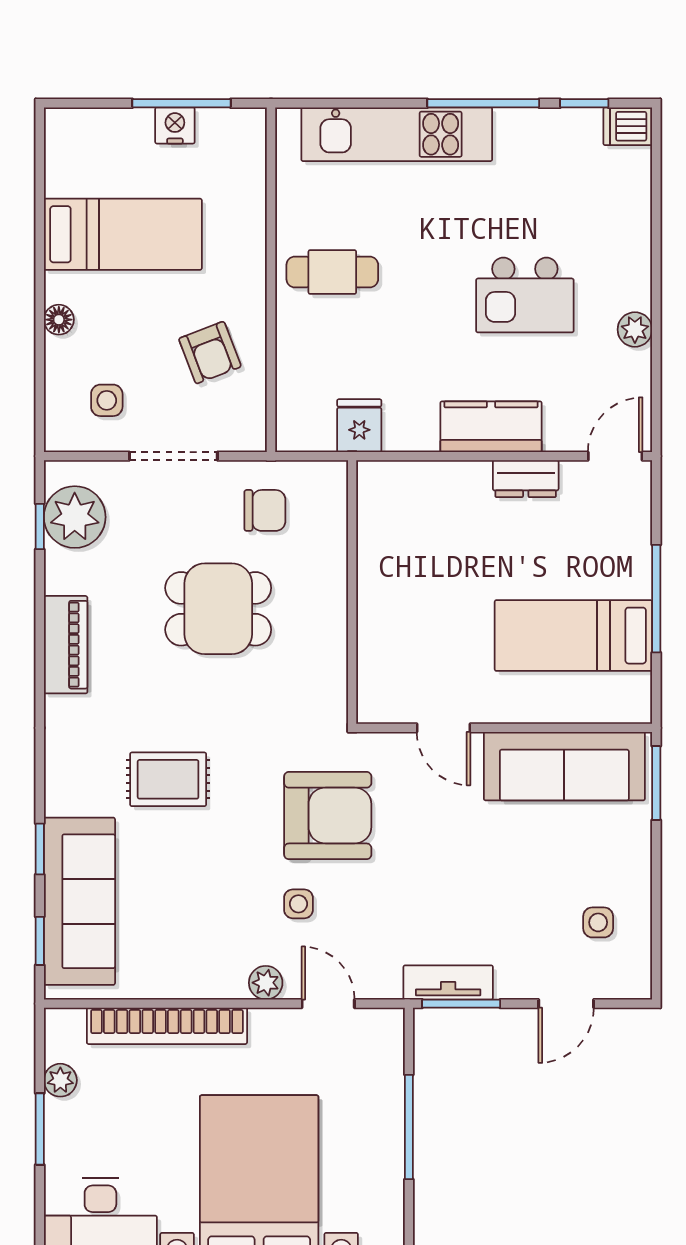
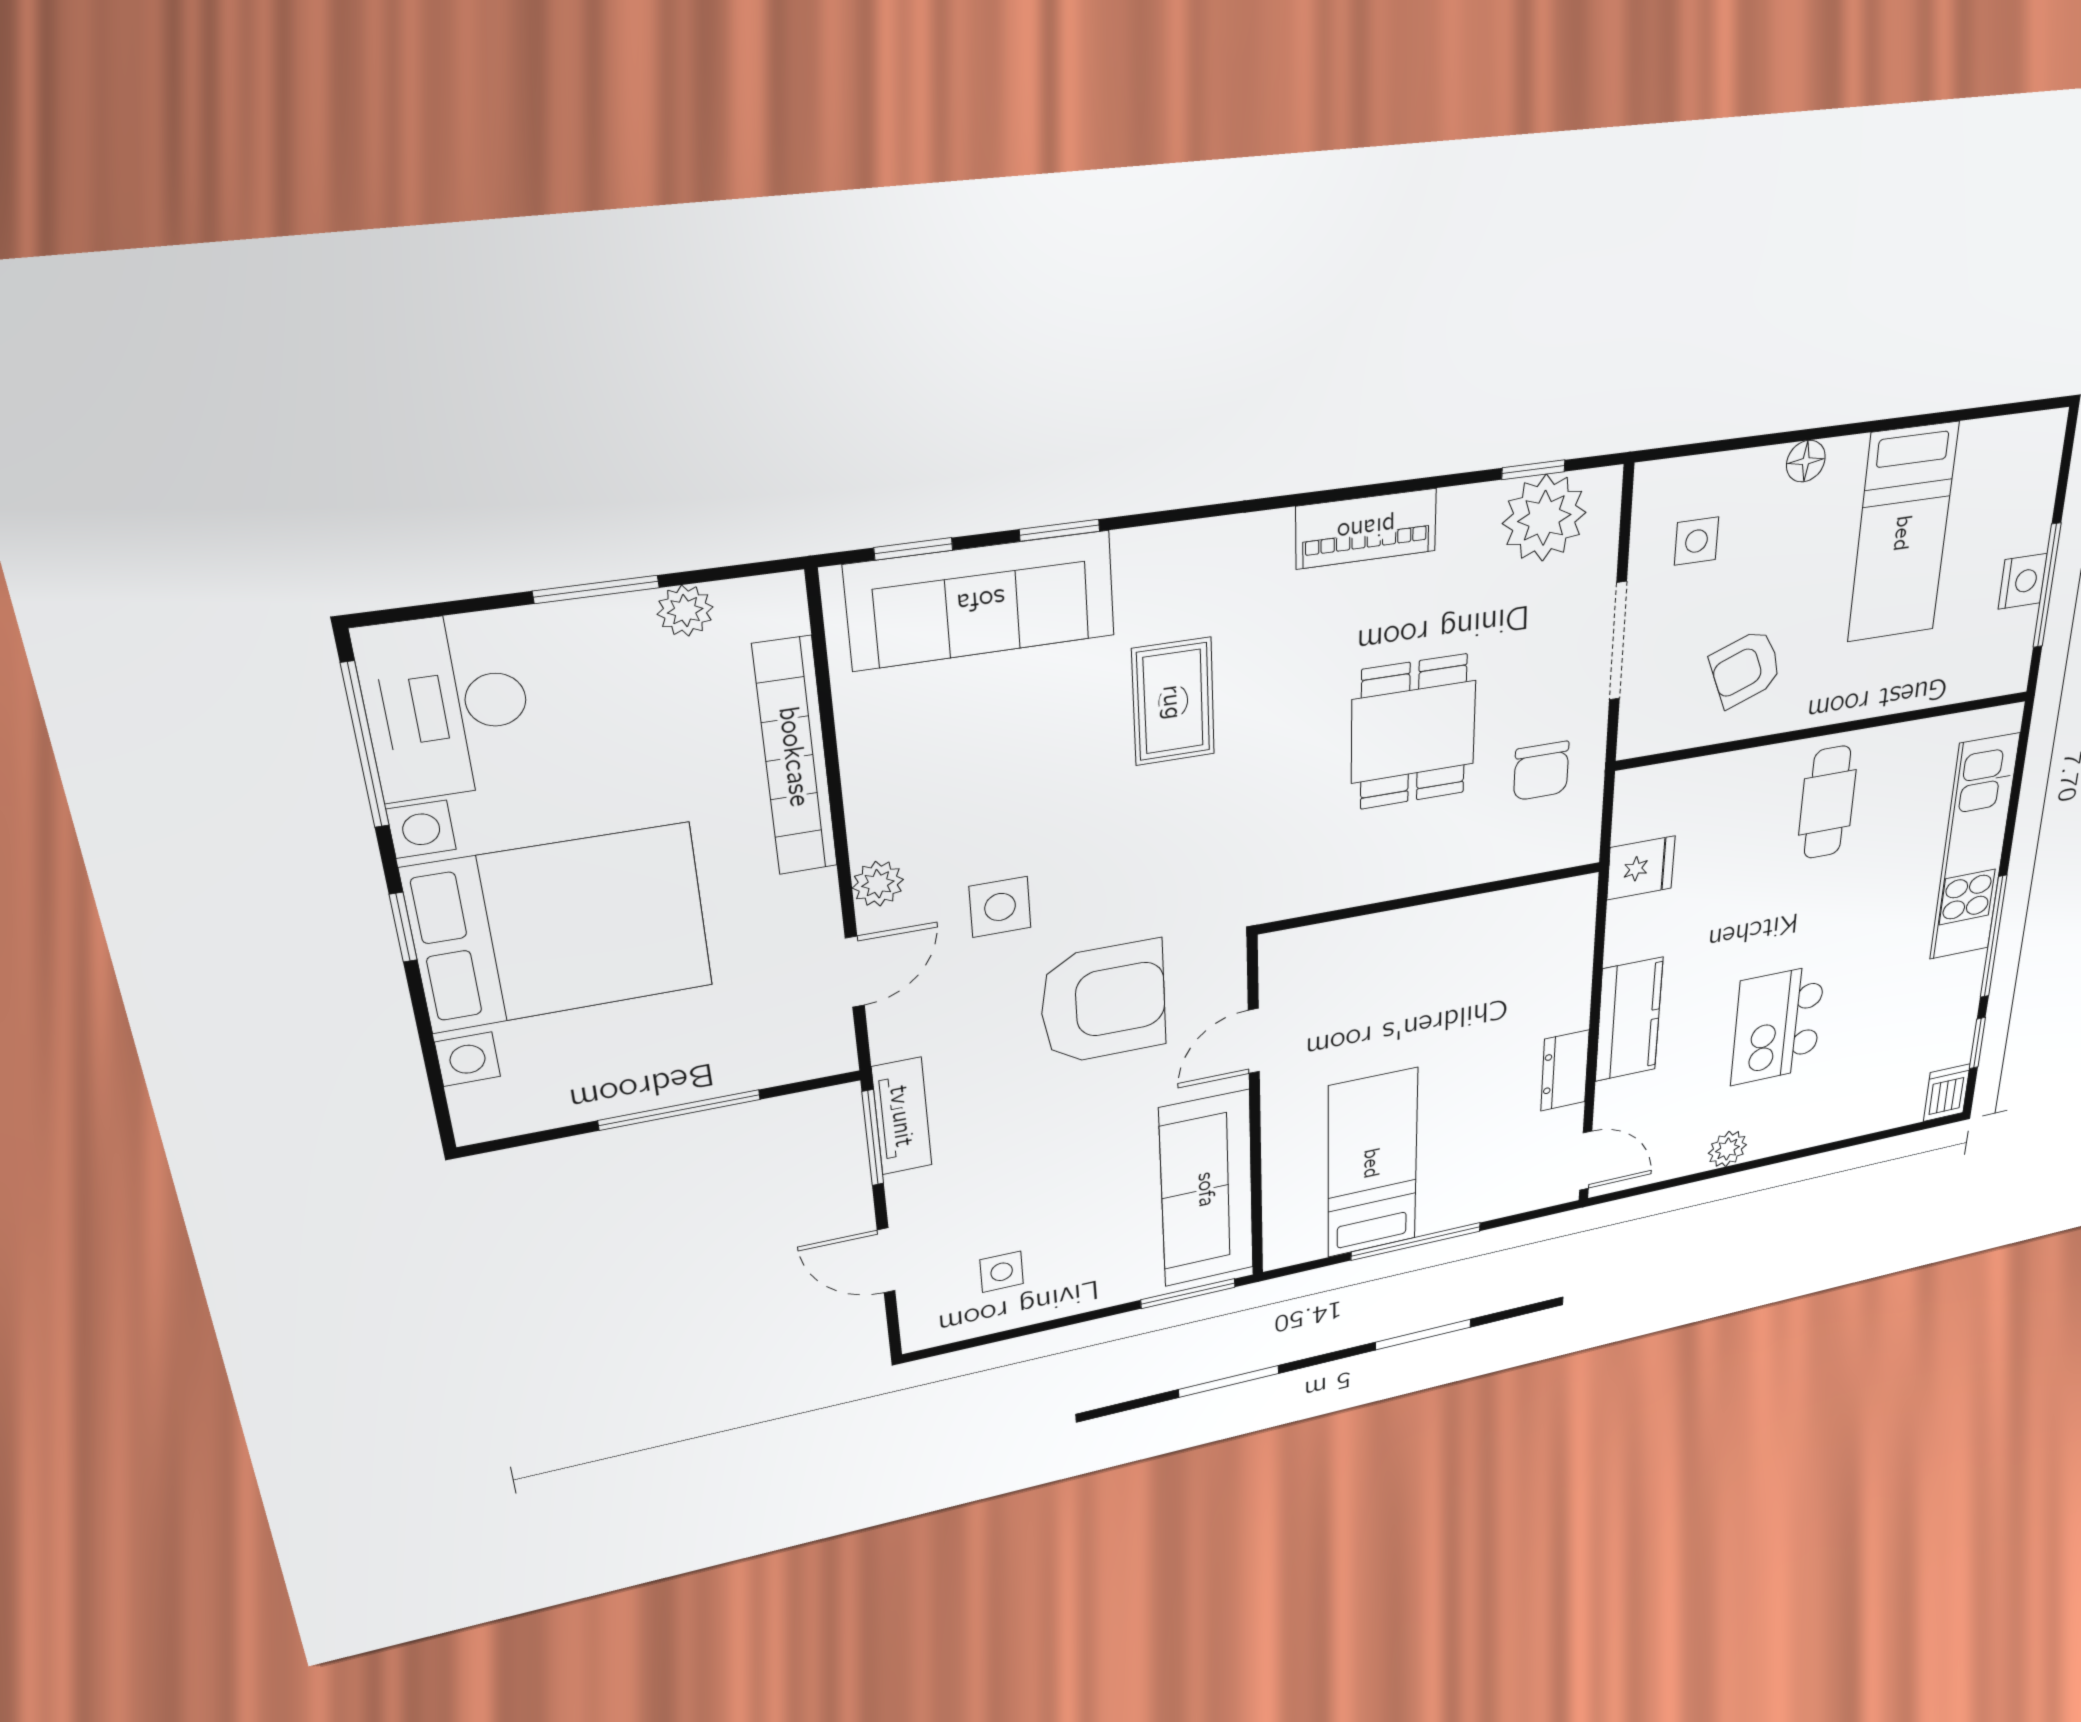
armchair: (328, 816) -> (1103, 1002), moved, turned -90
side table: (298, 904) -> (1000, 907), width x1.37, depth x1.37

